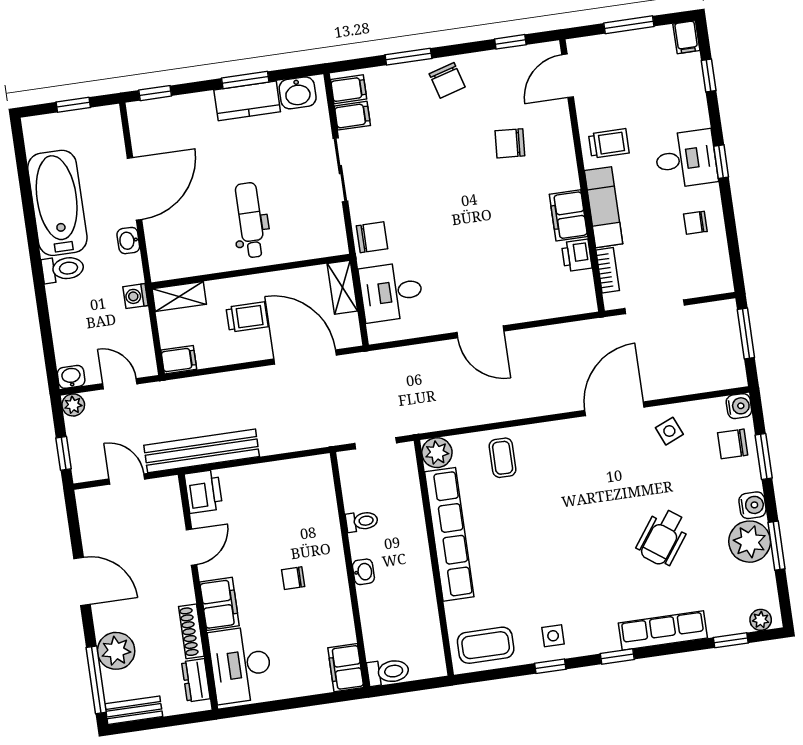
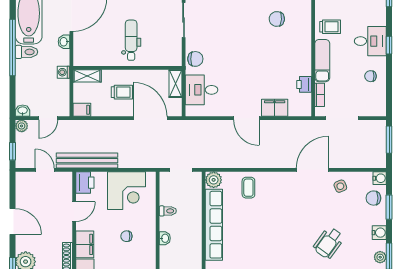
filing cabinet: (568, 215) -> (275, 108), moved, turned 90
window: (36, 264) -> (13, 47), added
door: (120, 384) -> (48, 118), swing flipped
corner desk: (281, 495) -> (126, 191), added
plant: (750, 542) -> (380, 257), width x0.53, depth x0.53

